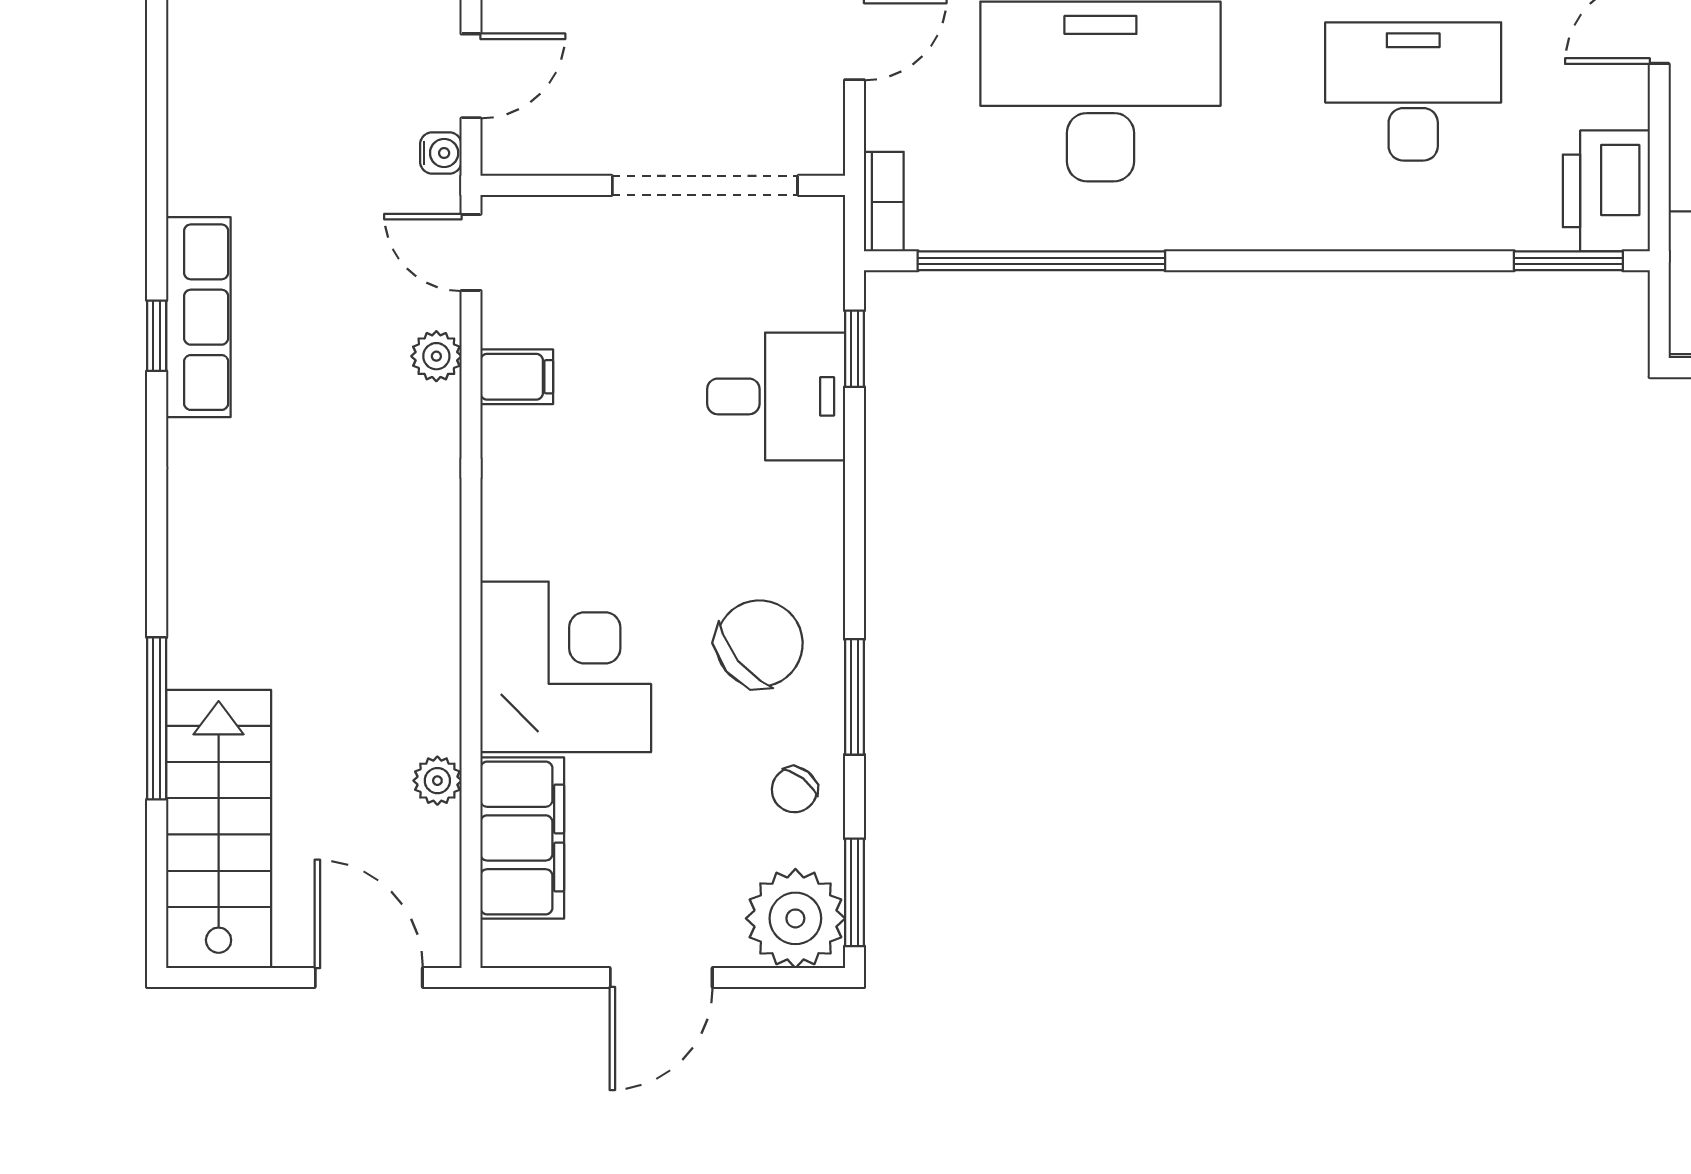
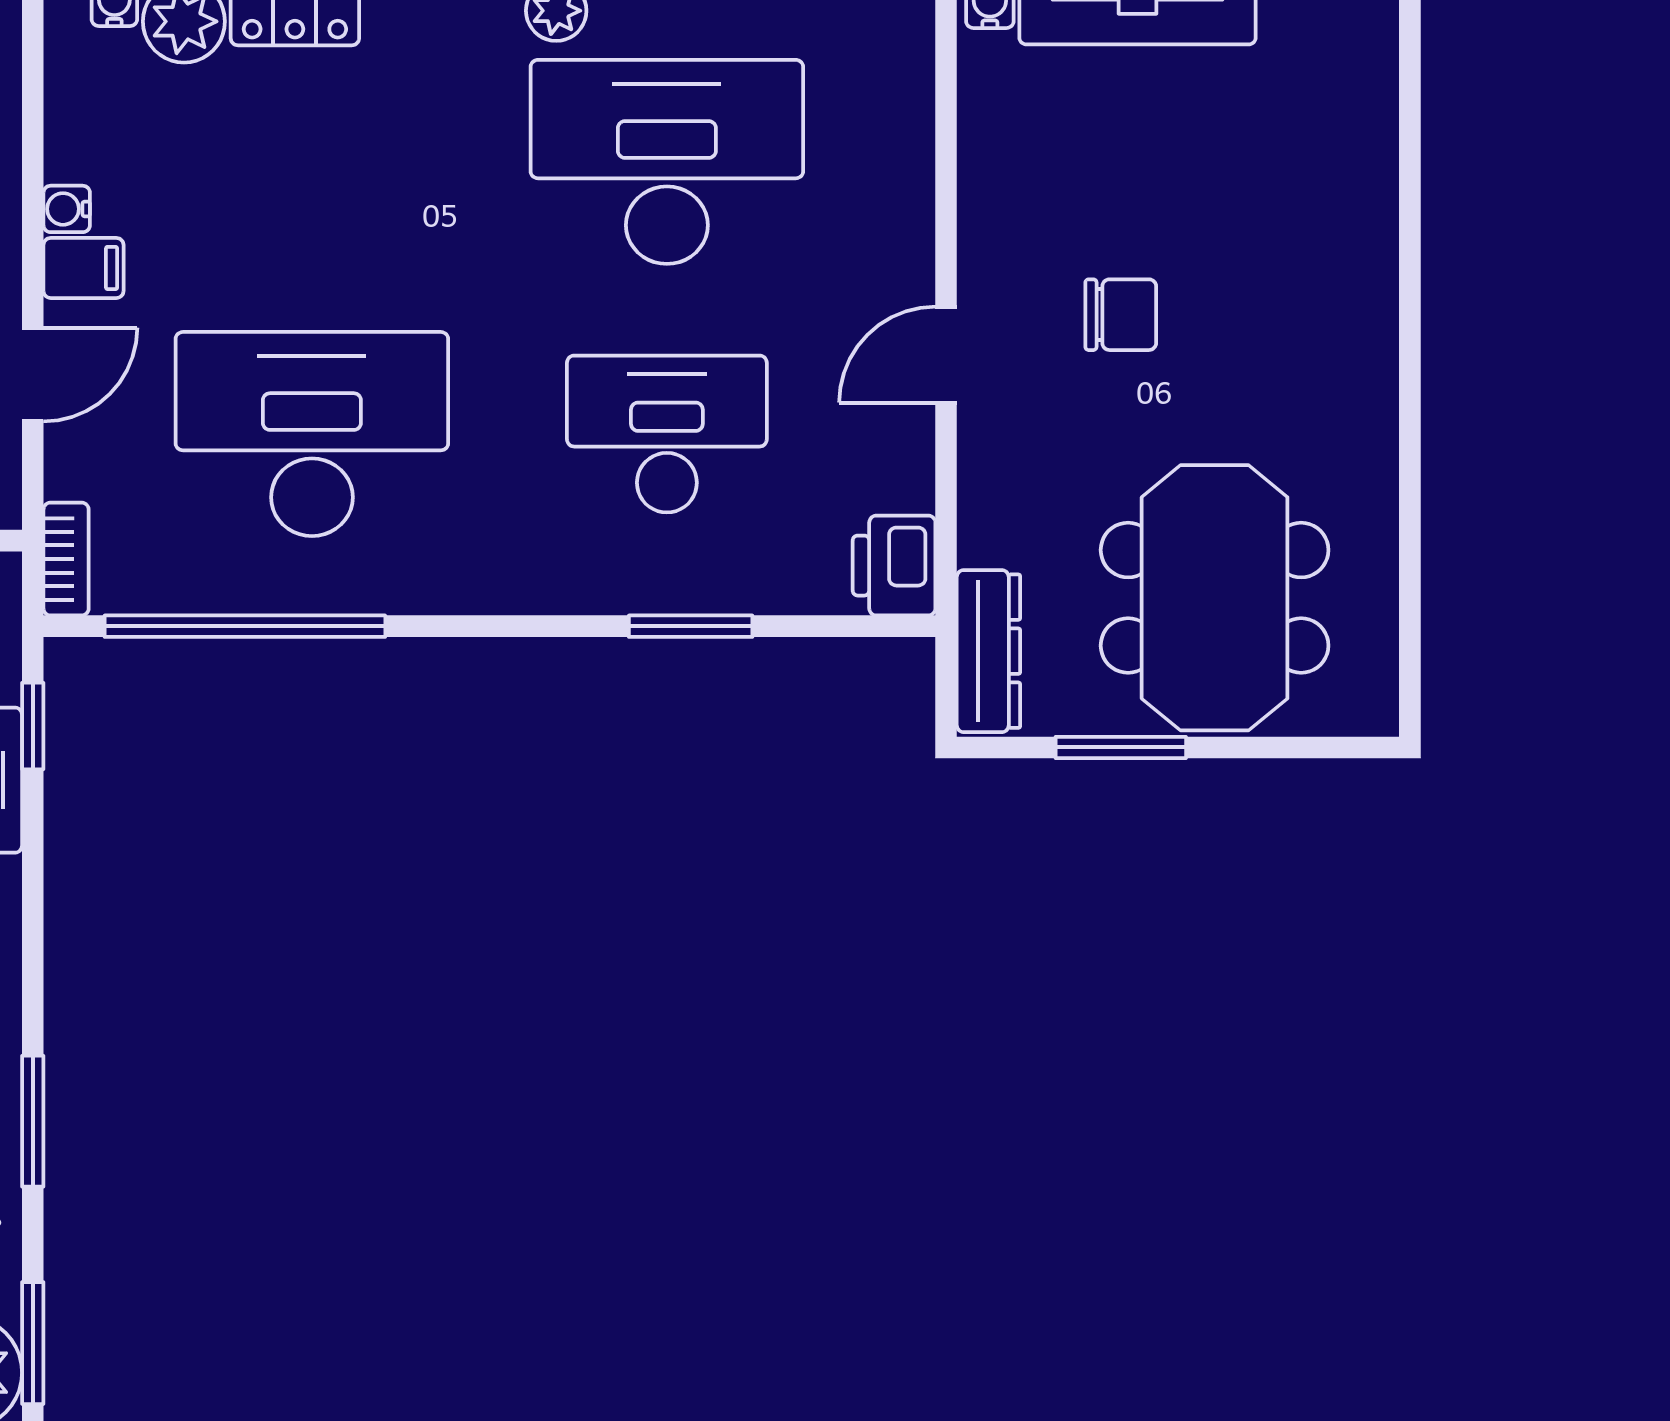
printer: (1606, 191) -> (894, 566), width x0.73, depth x0.84
window: (1568, 261) -> (691, 626), moved

